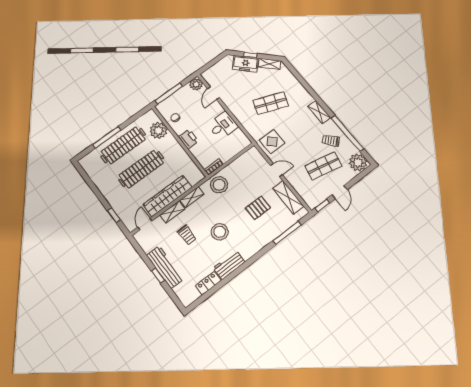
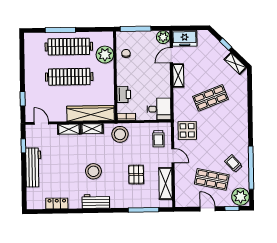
freezer: (245, 64) -> (185, 38), moved, turned -45
shop shelf: (271, 103) -> (210, 98), turned -42
shelving: (319, 112) -> (178, 76), moved
desk: (223, 125) -> (159, 109), moved
printer: (188, 139) -> (124, 94), moved
door: (340, 192) -> (208, 209), swing flipped
wardrobe: (167, 196) -> (90, 113), moved
window: (322, 205) -> (232, 209), moved
pallet: (258, 208) -> (136, 175), turned 90
door: (145, 224) -> (41, 123), hinge flipped
trolley: (187, 235) -> (158, 139), moved
workbench: (229, 265) -> (96, 201), moved
window: (158, 276) -> (23, 146), moved

